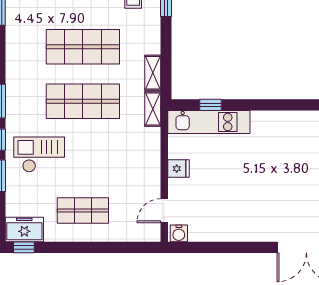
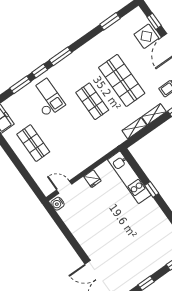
shop shelf: (83, 101) -> (92, 101), width x0.70, depth x0.74
window: (210, 105) -> (152, 189), moved
shelving: (153, 109) -> (154, 114), moved

